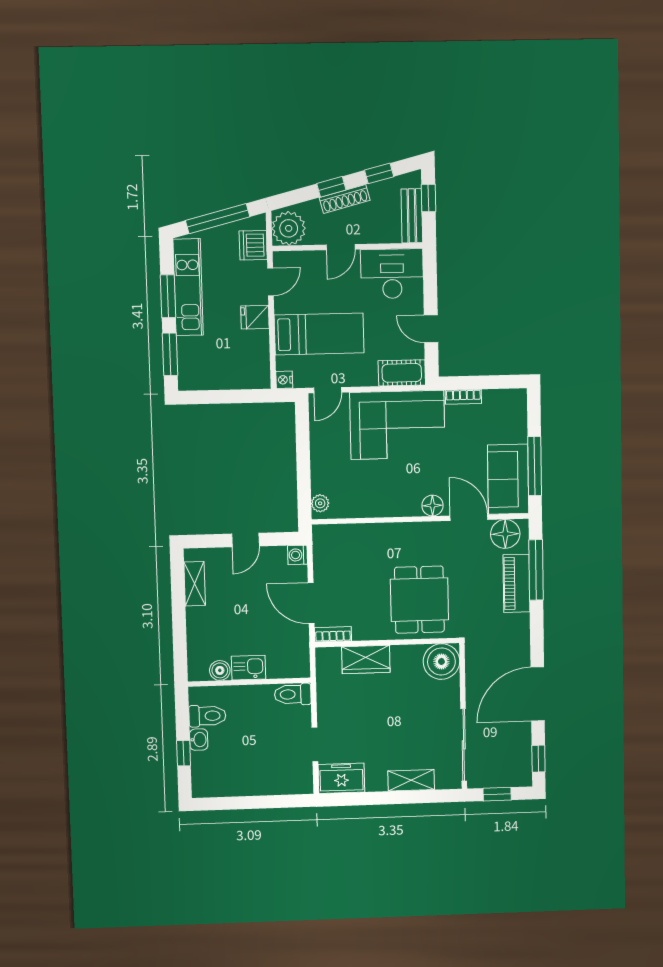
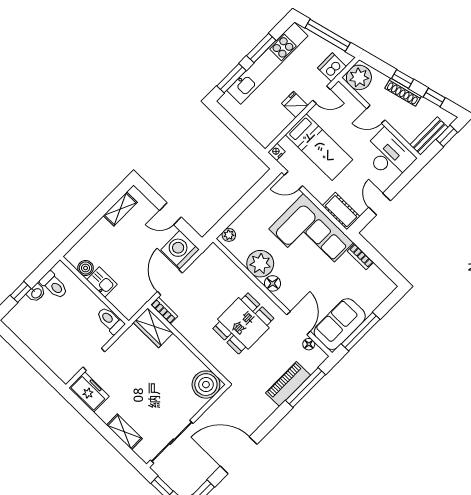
kitchen unit: (188, 287) -> (267, 63), width x1.36
plant: (377, 500) -> (260, 264), added
floor lamp: (432, 506) -> (272, 283), moved
floor lamp: (505, 534) -> (309, 344), width x0.53, depth x0.53
washing machine: (297, 555) -> (180, 250), width x1.89, depth x1.89
dining table: (419, 600) -> (243, 323), moved
wardrobe: (366, 659) -> (153, 328), moved

